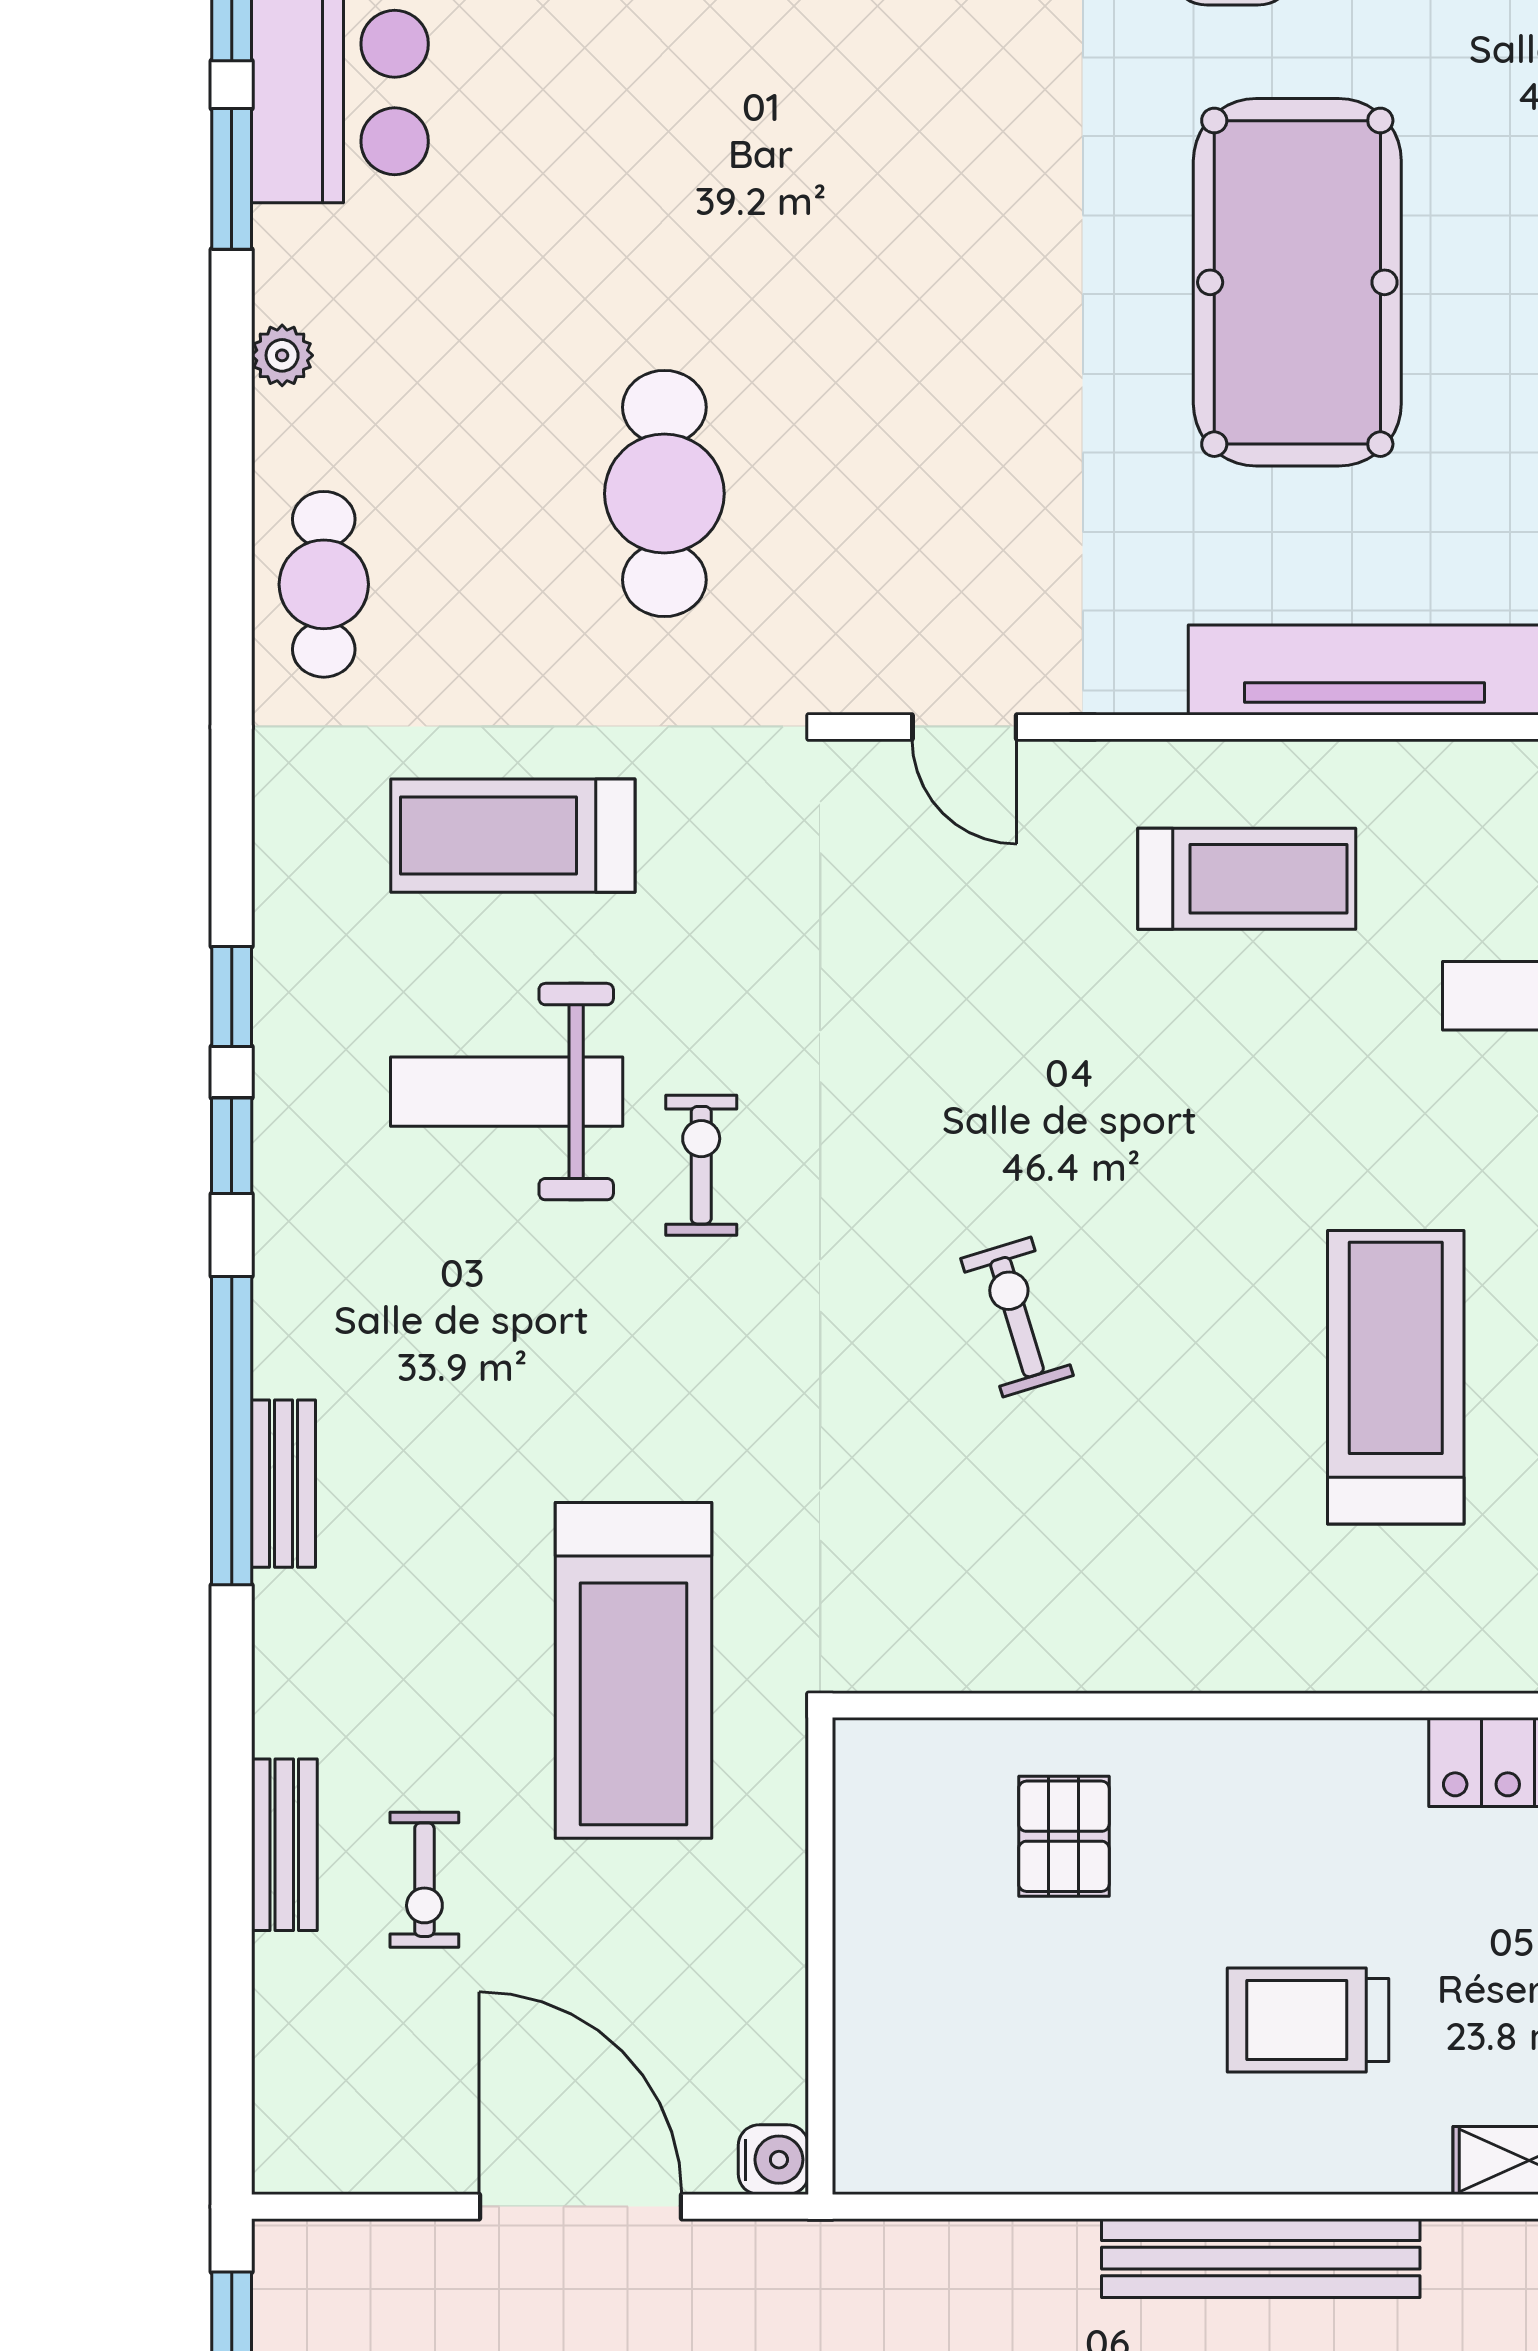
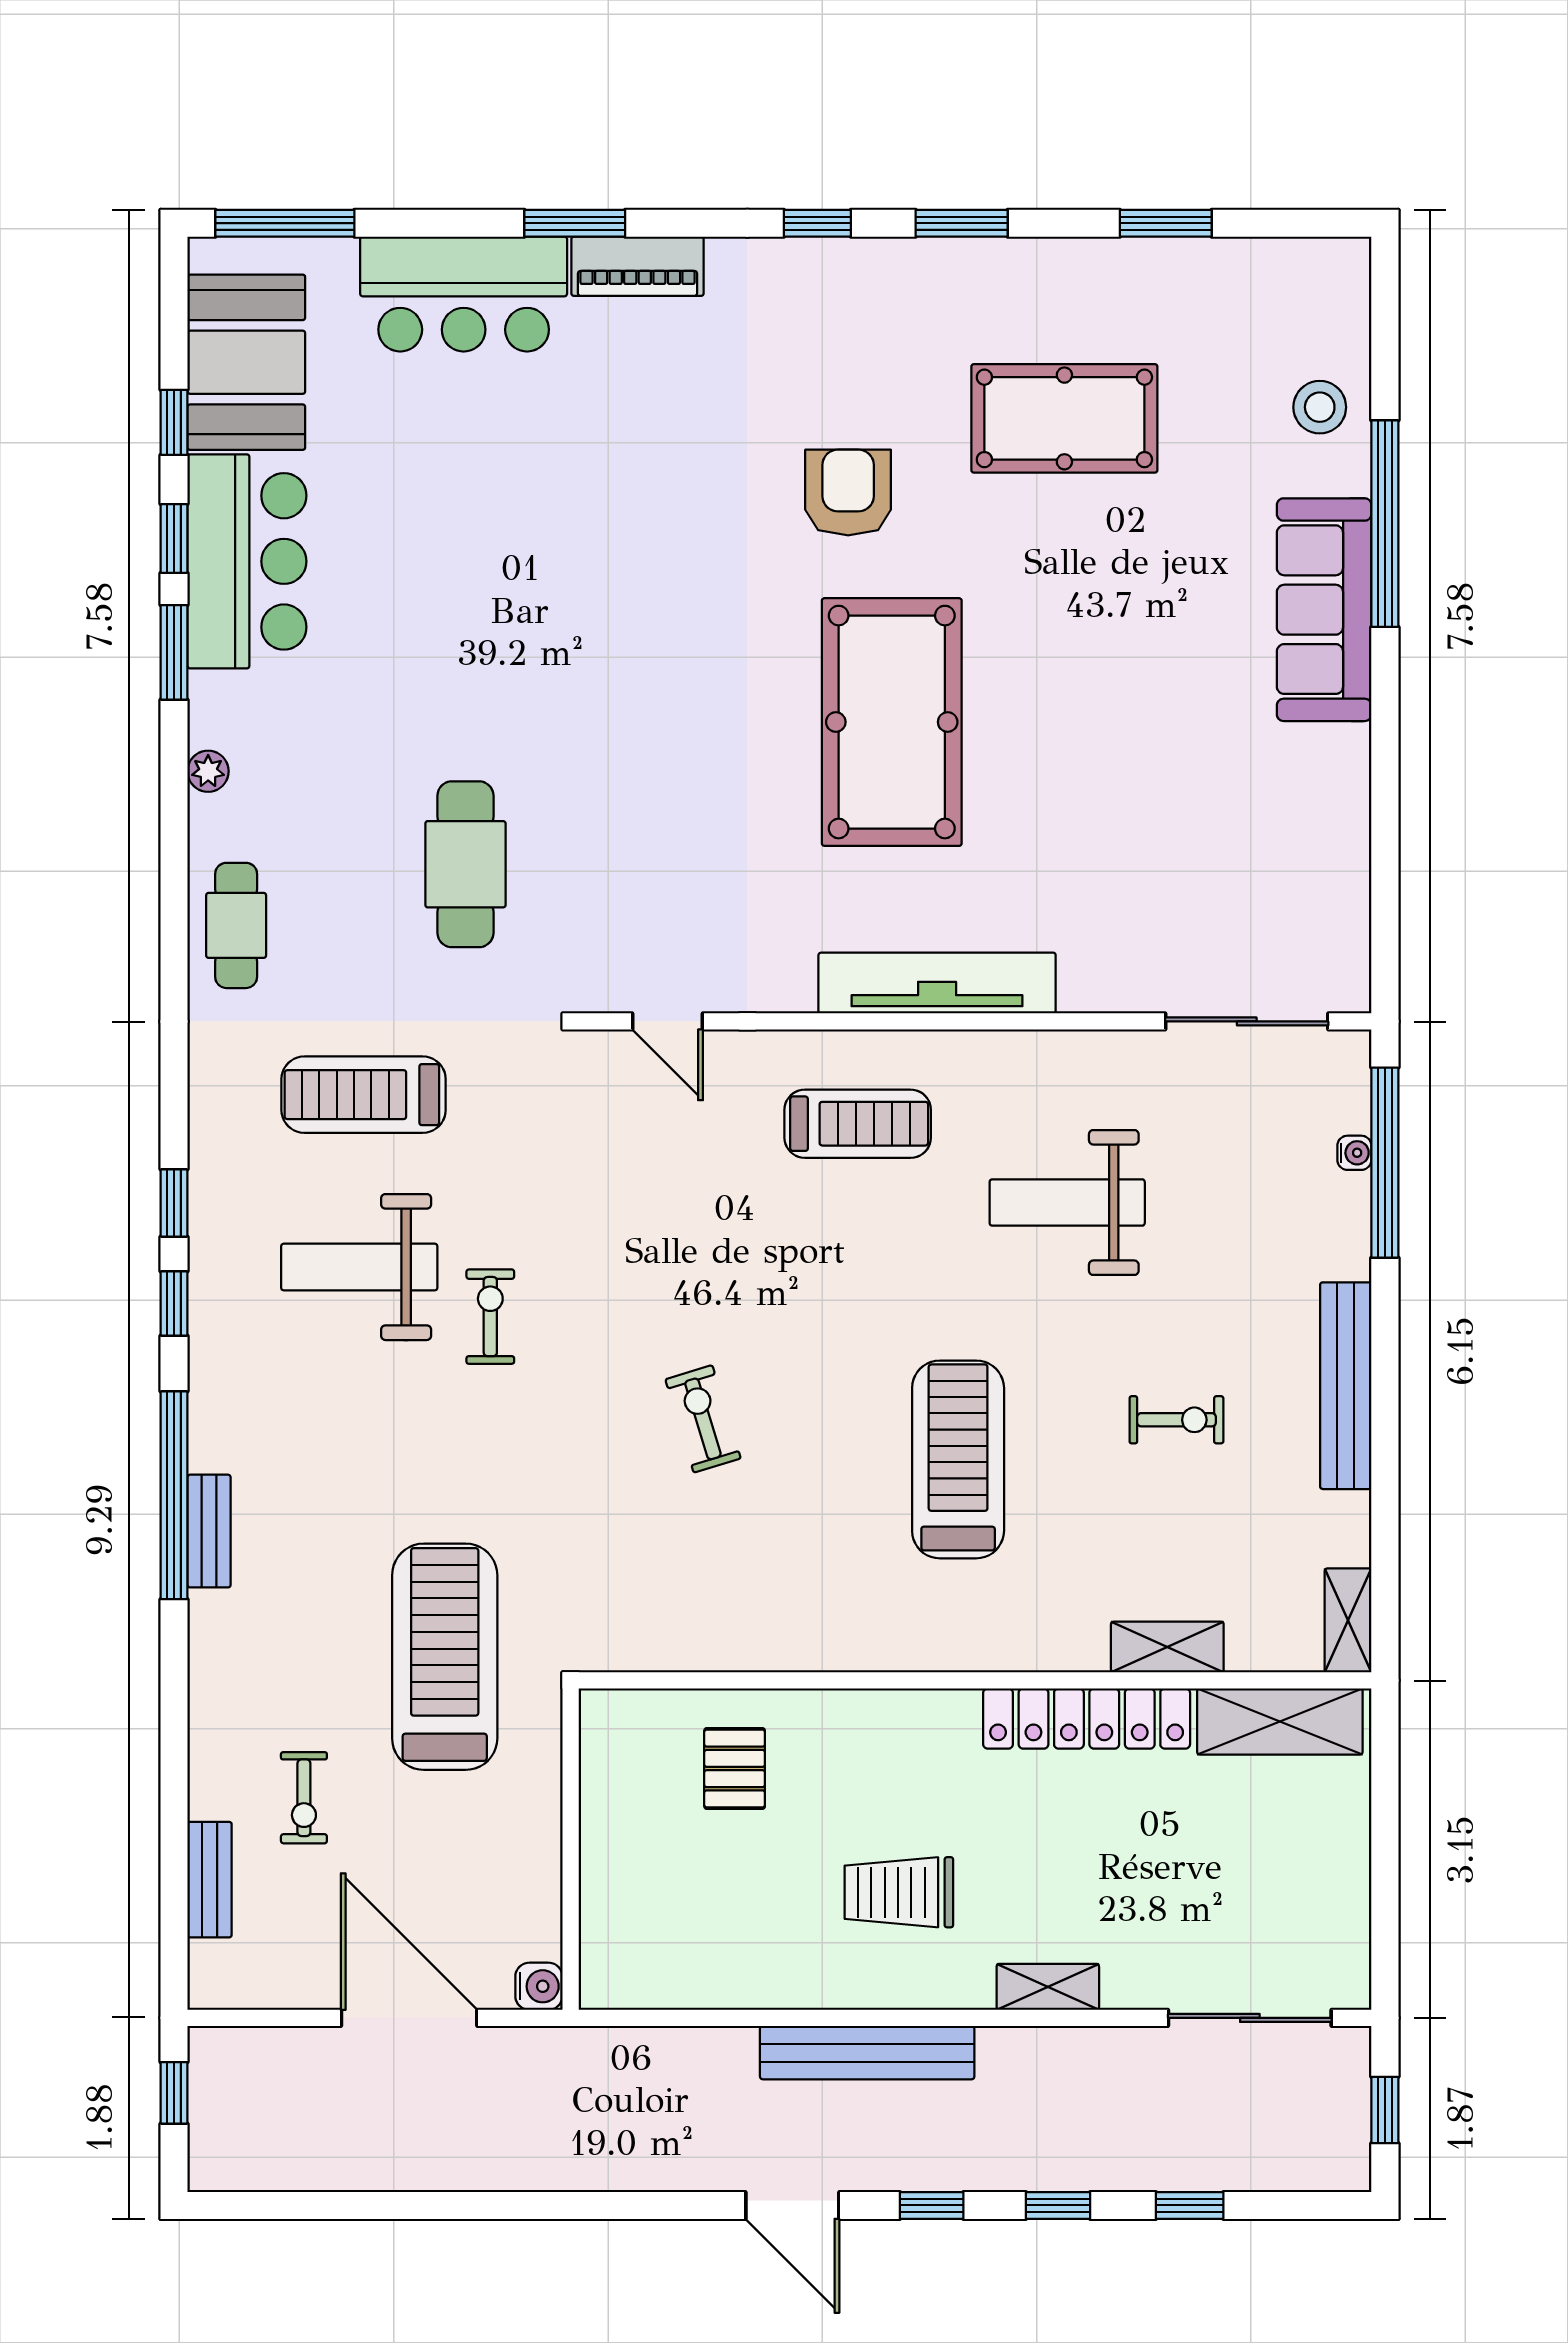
treadmill: (633, 1670) -> (445, 1657), turned 180
bench: (284, 1845) -> (210, 1880), moved

